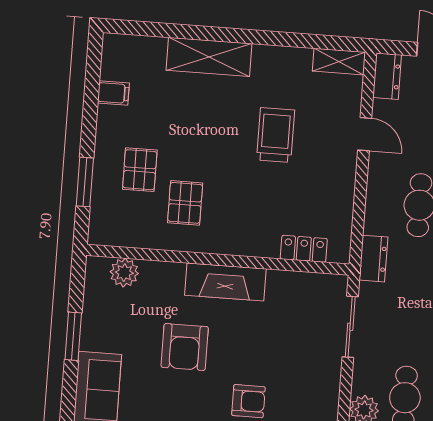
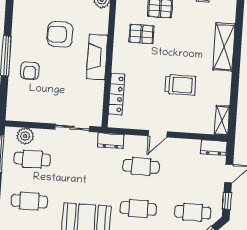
door: (365, 134) -> (158, 134), moved
locker: (304, 249) -> (117, 94), width x1.53

